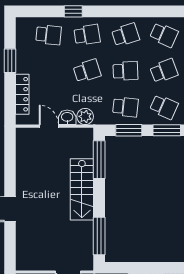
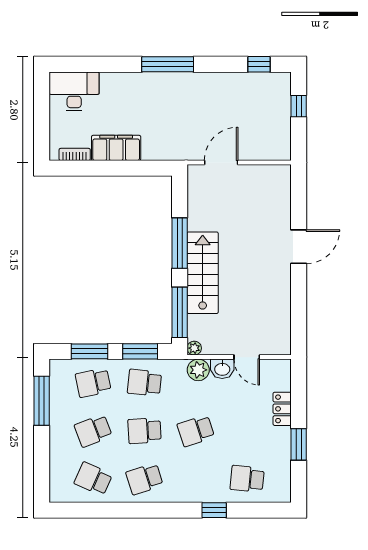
school desk: (87, 35) -> (196, 479), removed
locker: (22, 94) -> (282, 409), width x0.66
school desk: (164, 107) -> (93, 383), turned -36
plant: (88, 133) -> (194, 348), added
window: (99, 236) -> (180, 243), moved

